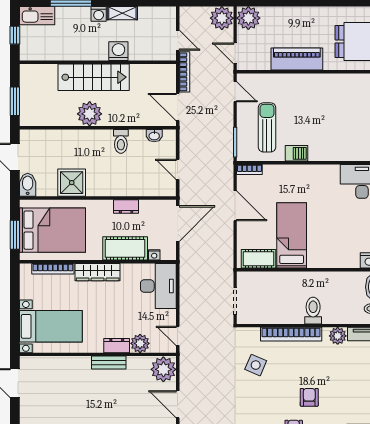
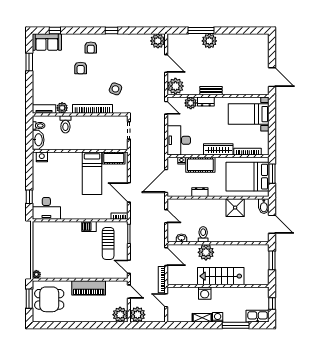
plant: (90, 114) -> (206, 252), moved
toilet: (313, 311) -> (65, 124), moved

